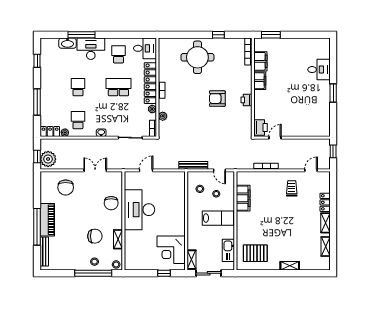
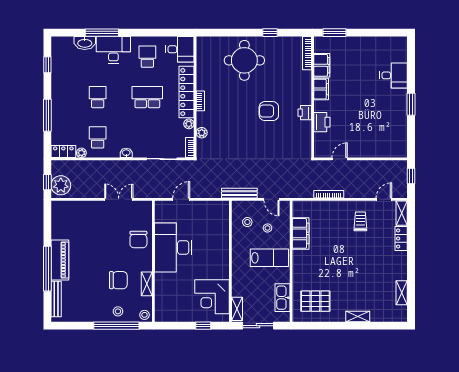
printer: (260, 128) -> (322, 122), moved
chair: (66, 187) -> (82, 220), removed
shelving: (326, 223) -> (402, 213), moved

